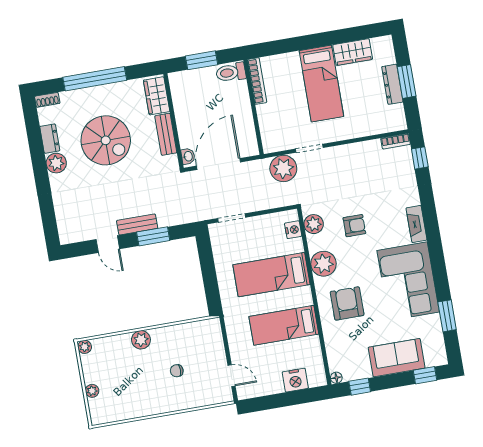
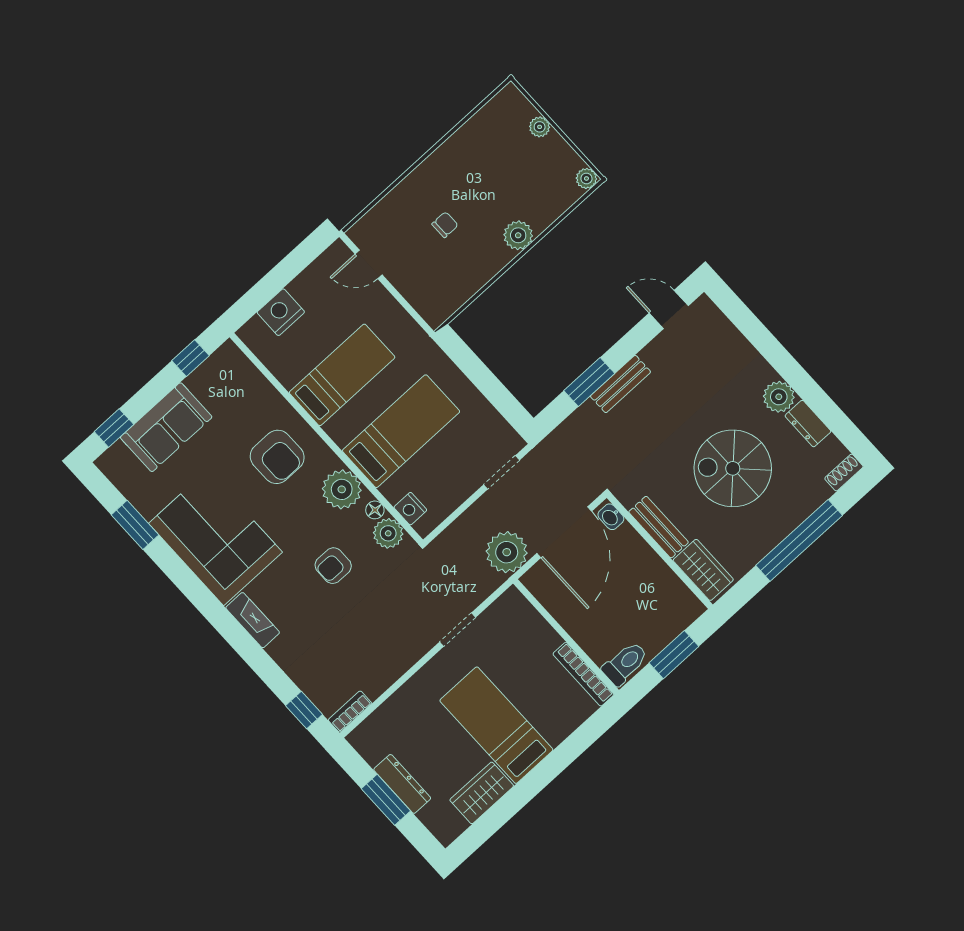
plant: (283, 168) -> (507, 552), moved
door: (108, 244) -> (669, 309), moved
floor lamp: (336, 378) -> (375, 510), moved

